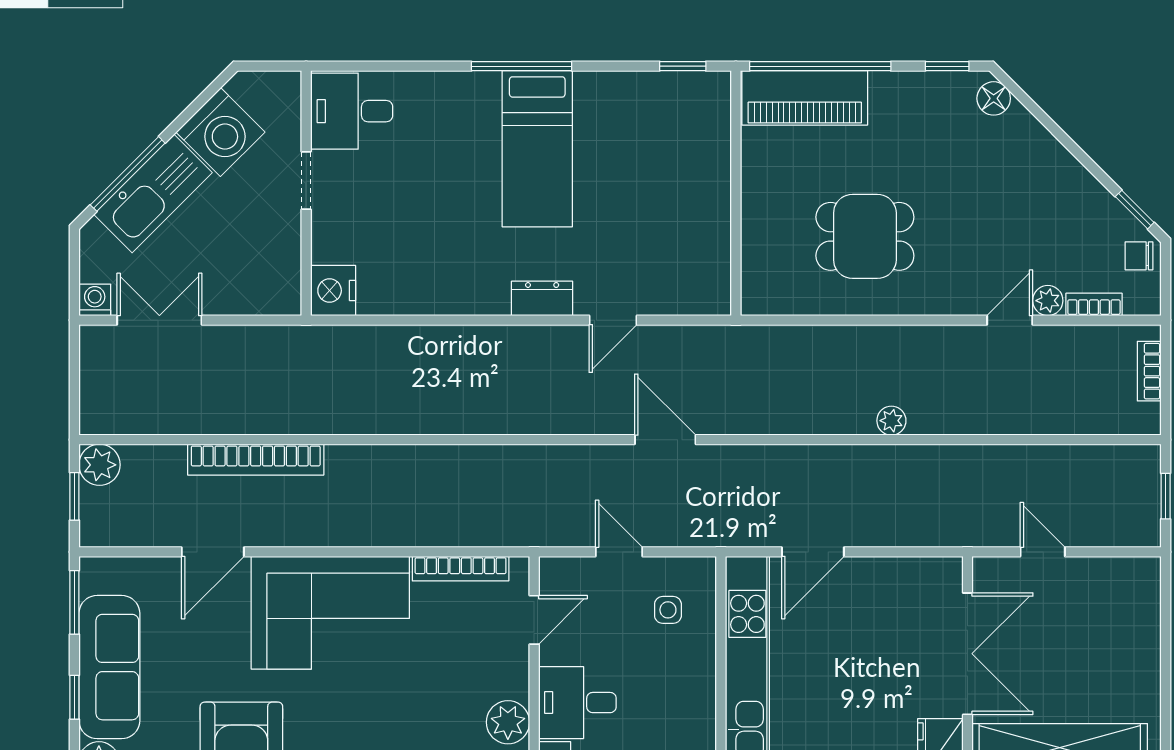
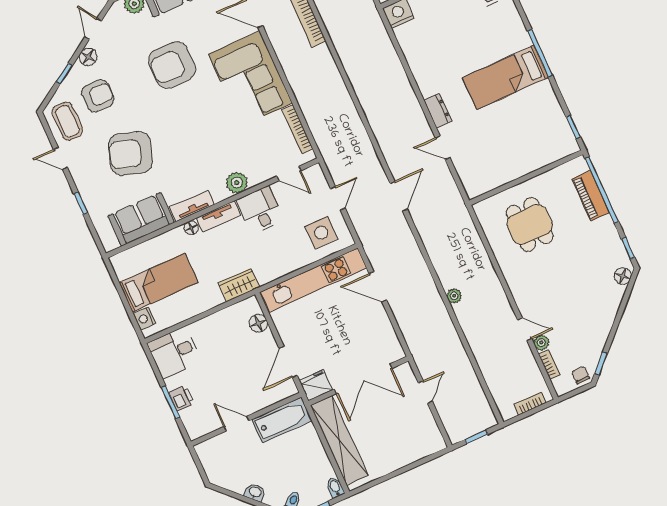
piano: (805, 98) -> (591, 196), width x0.73, depth x0.75
dining table: (865, 236) -> (530, 225), moved
side table: (668, 610) -> (321, 233), width x1.87, depth x1.87

